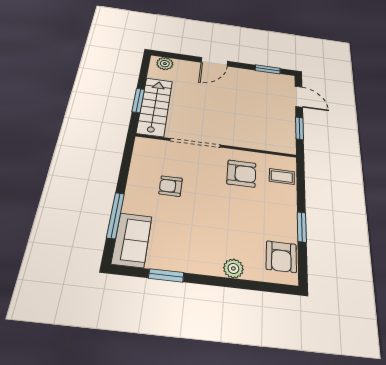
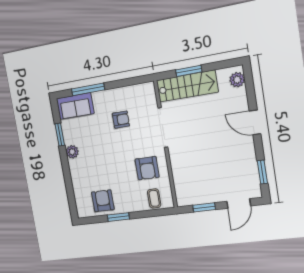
armchair: (171, 186) -> (121, 120), turned 90
armchair: (281, 257) -> (103, 201), moved, turned 90
plant: (233, 268) -> (72, 152), moved

